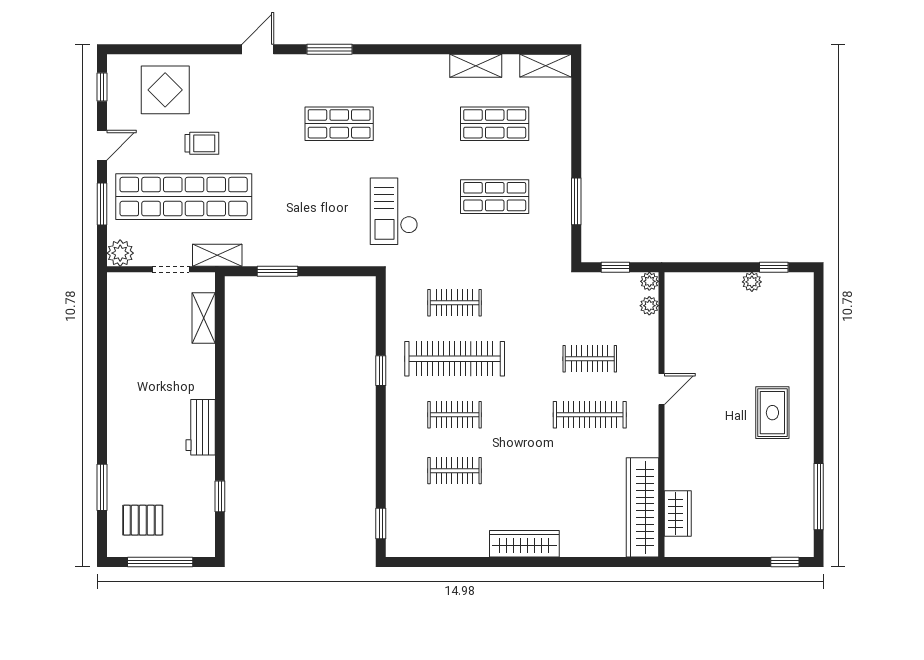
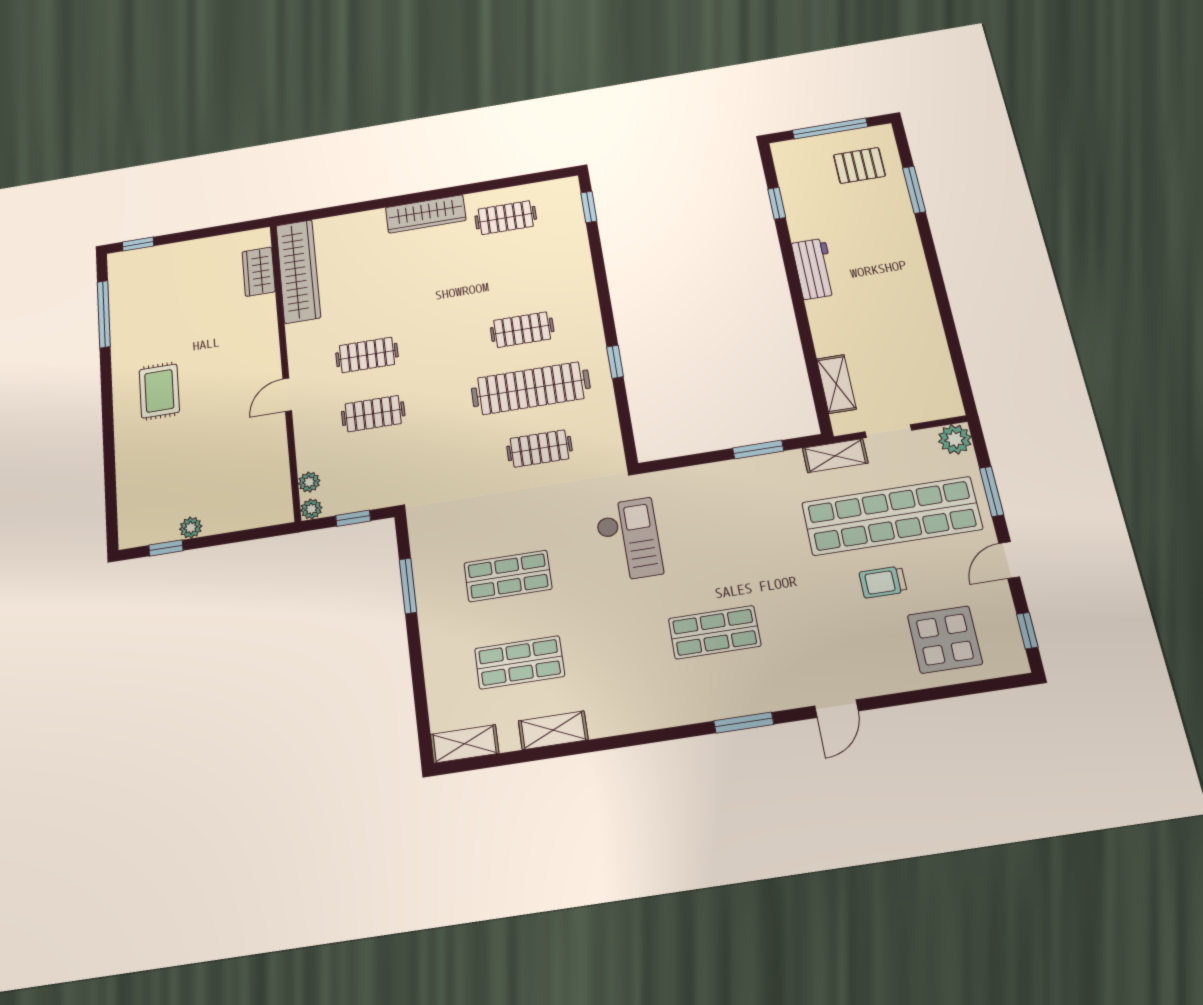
clothes rail: (590, 415) -> (367, 355), width x0.73
clothes rail: (455, 471) -> (506, 218), moved

